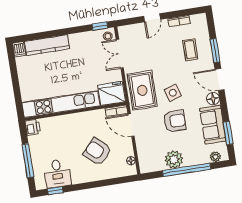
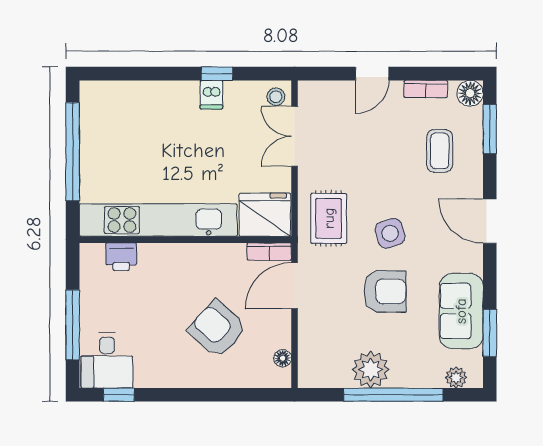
window: (100, 26) -> (217, 74), moved
kitchen counter: (47, 45) -> (149, 95), removed
dishwasher: (19, 49) -> (211, 95), moved
window: (215, 51) -> (490, 129), moved
window: (15, 78) -> (73, 152), added
rug: (142, 90) -> (329, 218), width x0.73, depth x0.70
floor lamp: (213, 99) -> (470, 93), moved
door: (131, 125) -> (295, 286), hinge flipped
printer: (33, 127) -> (121, 257), moved, turned 90
desk: (57, 173) -> (107, 360), moved

